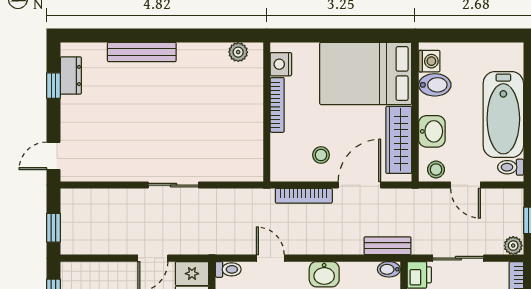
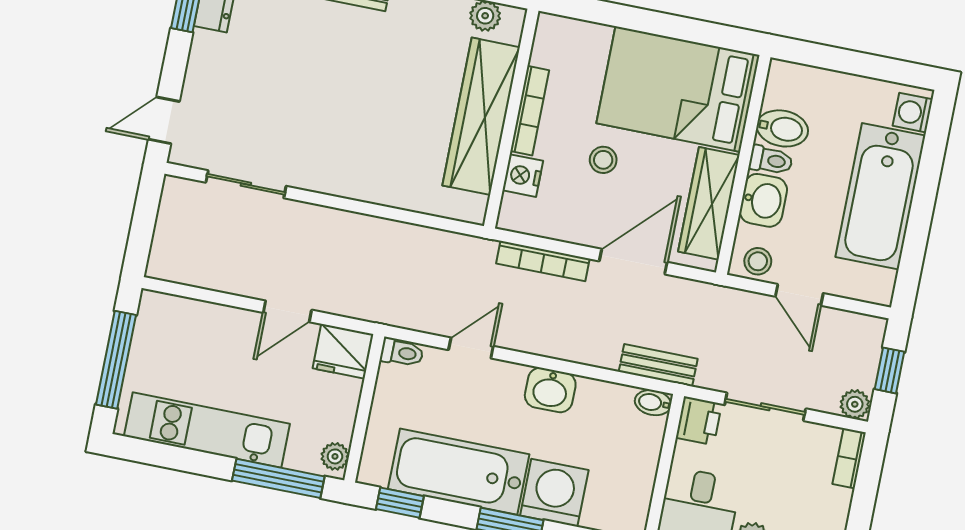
washing machine: (429, 61) -> (913, 113), moved, turned 180
nightstand: (281, 64) -> (523, 176), moved
wardrobe: (248, 114) -> (481, 116), added
stool: (321, 155) -> (603, 160), moved
toilet: (511, 167) -> (771, 160), moved, turned 180
sliding door: (173, 185) -> (246, 184), moved
window: (53, 228) -> (141, 233), removed
door: (270, 258) -> (471, 348), hinge flipped

